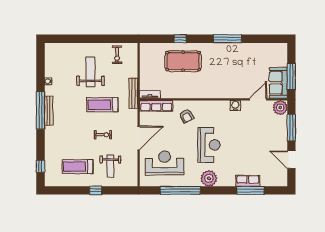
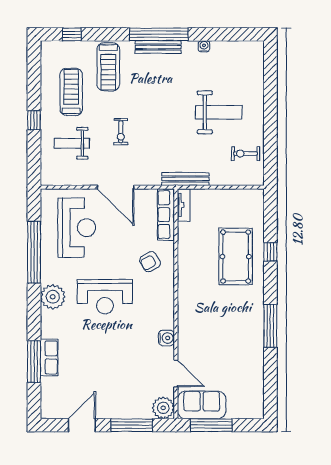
treadmill: (102, 105) -> (108, 67), moved, turned 180

